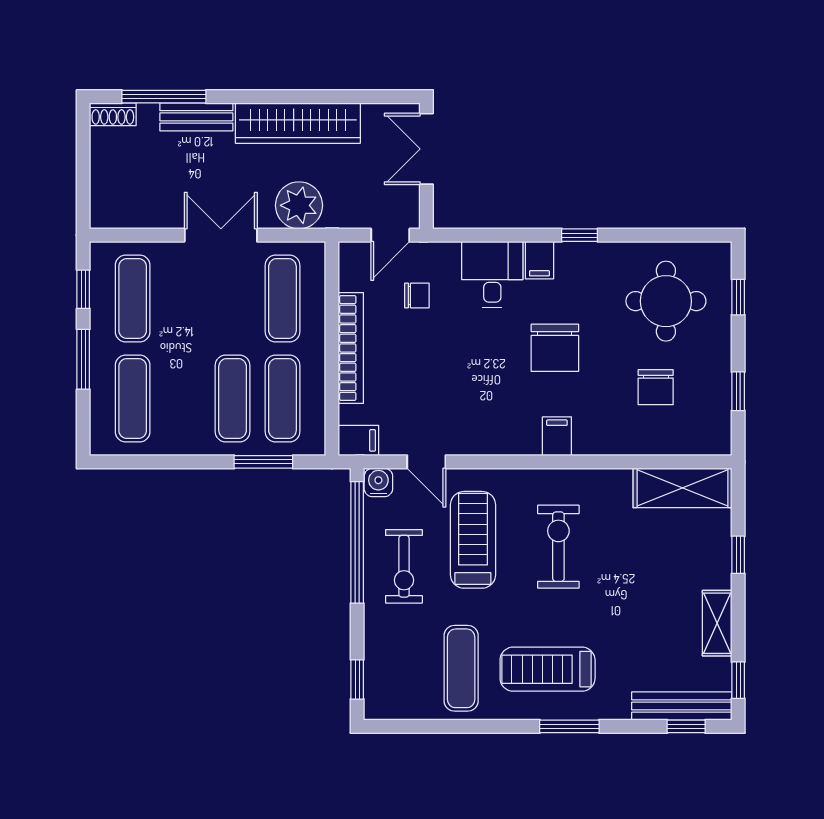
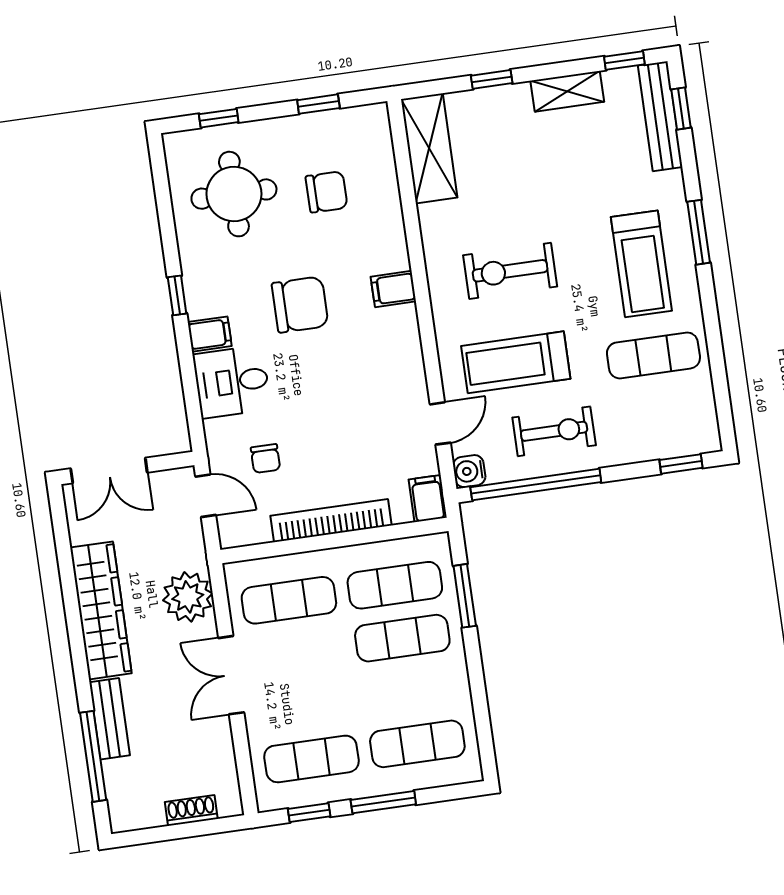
shoe rack: (113, 114) -> (191, 810), moved, turned -90
chair: (417, 295) -> (265, 459), turned 180

